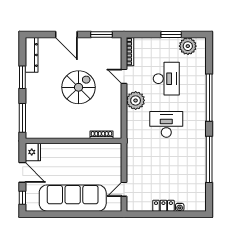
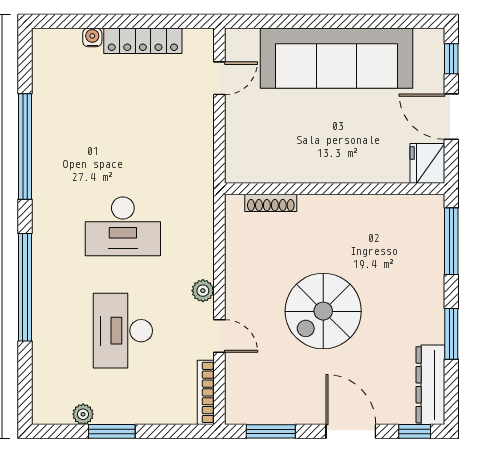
window: (38, 35) -> (415, 431), added
plant: (188, 46) -> (83, 414), width x0.53, depth x0.53
plant: (136, 100) -> (203, 291), width x0.53, depth x0.53
locker: (163, 206) -> (143, 41), width x1.53

